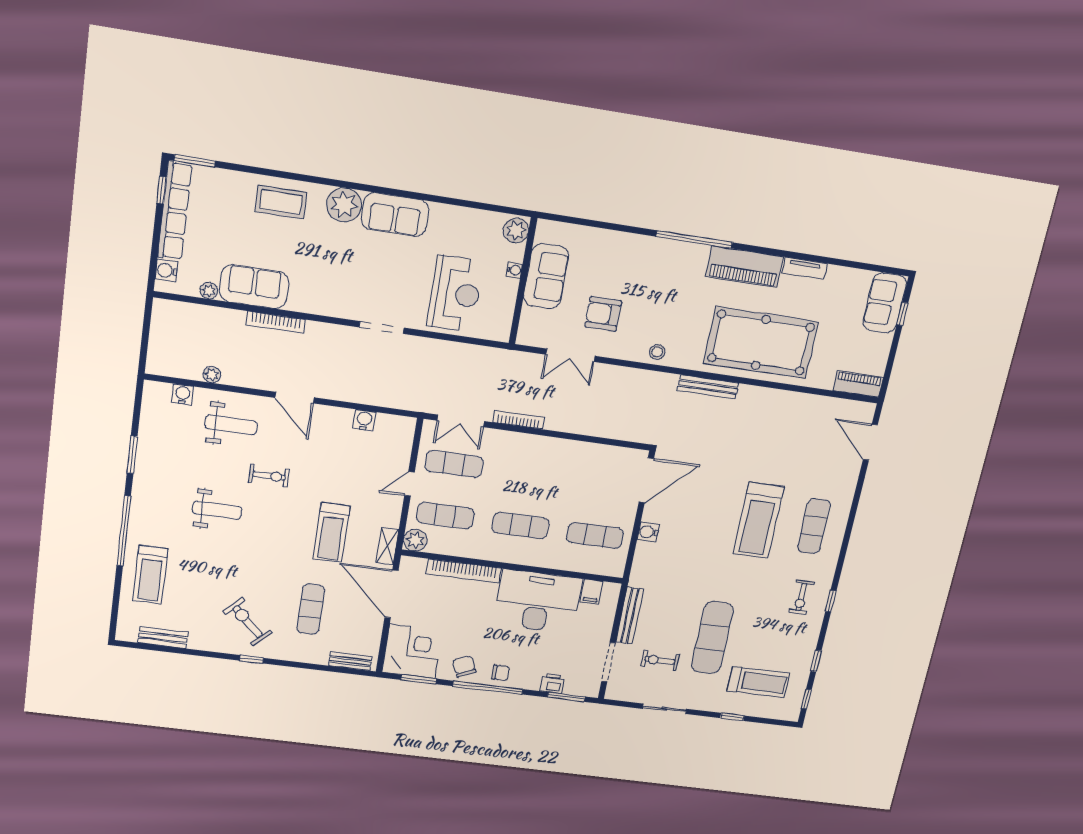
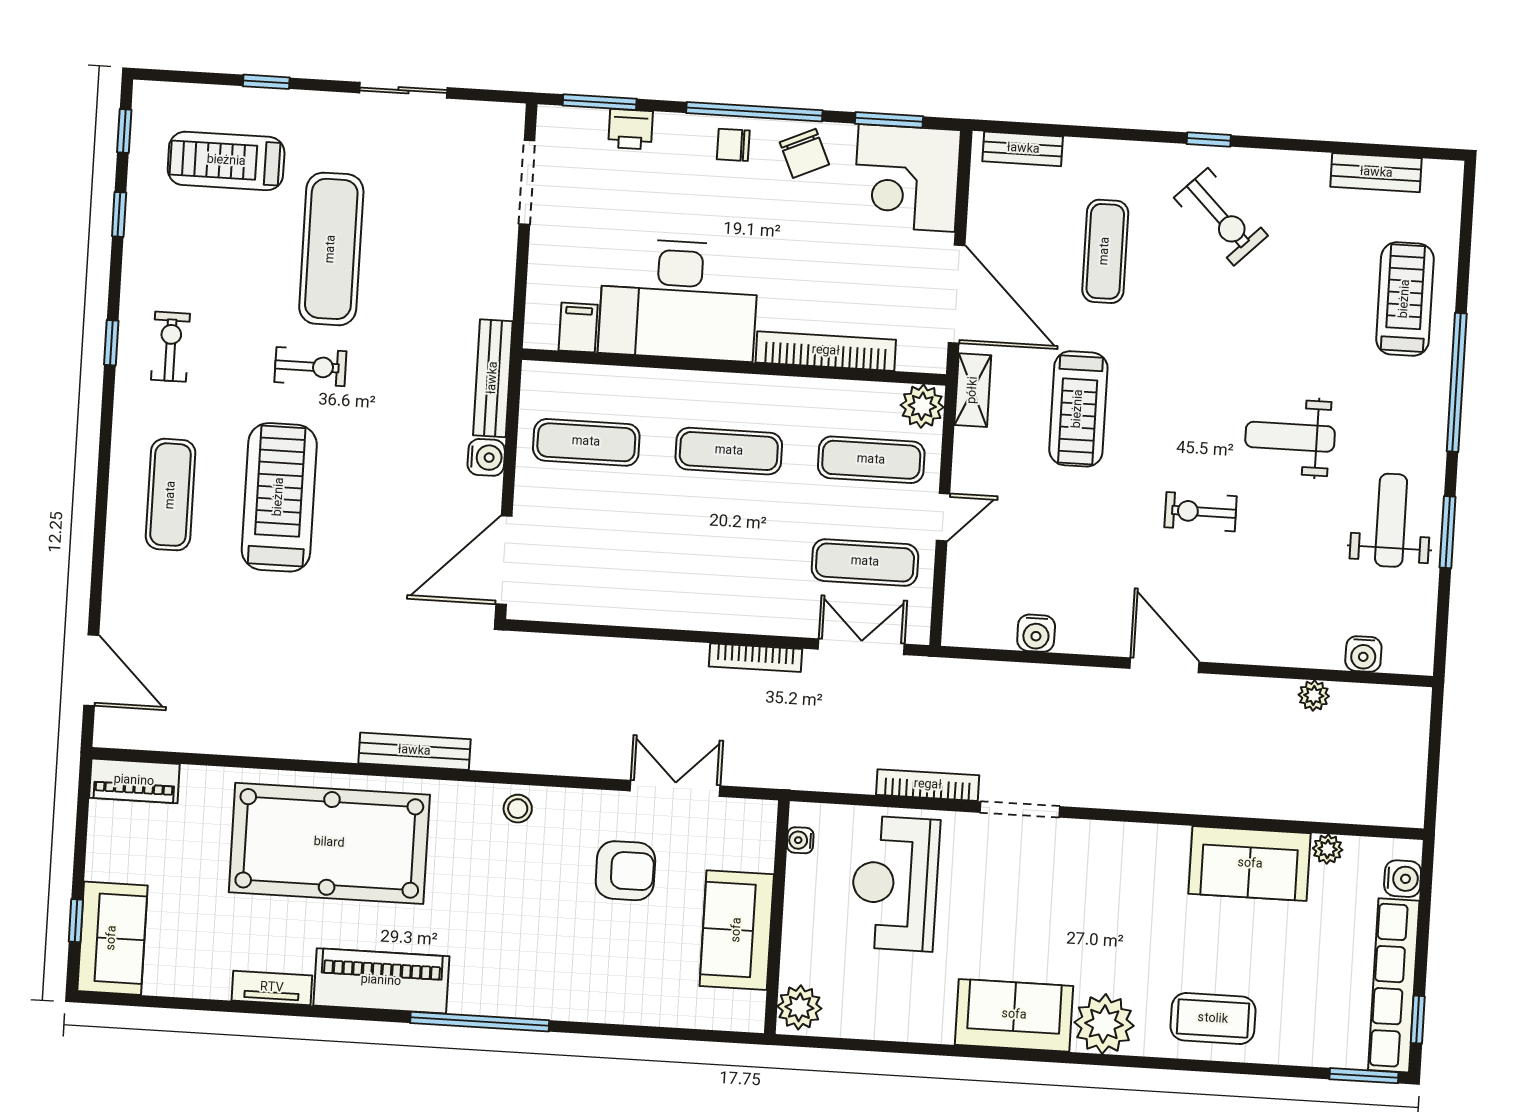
water cooler: (514, 270) -> (800, 840), moved
bookcase: (276, 322) -> (928, 785), moved
weight bench: (231, 425) -> (1391, 520), moved, turned 90
treadmill: (331, 533) -> (1078, 409), turned 180
bench: (630, 616) -> (493, 378), moved
exercise bike: (660, 660) -> (310, 367), moved

